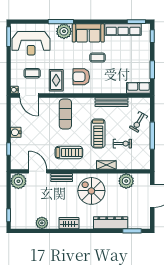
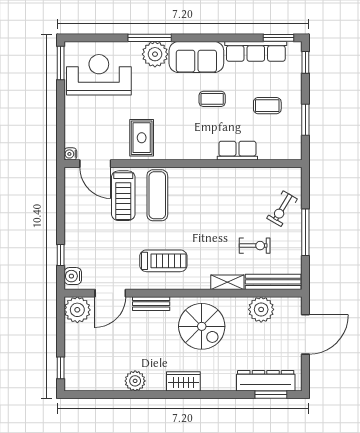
reception desk: (31, 43) -> (99, 75), turned 180
coffee table: (32, 73) -> (267, 106), moved
armchair: (81, 77) -> (184, 132), removed
row of seats: (138, 88) -> (237, 151), moved
bench: (112, 102) -> (273, 282), moved
water cooler: (16, 132) -> (73, 276), moved
treadmill: (98, 133) -> (123, 196), moved
door: (38, 171) -> (110, 293), swing flipped
spiral stairs: (91, 191) -> (202, 326), turned 180
plant: (42, 223) -> (135, 381), moved
wardrobe: (69, 223) -> (183, 381), moved
dresser: (111, 223) -> (266, 381), moved

